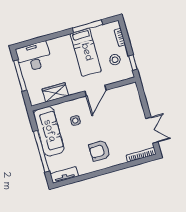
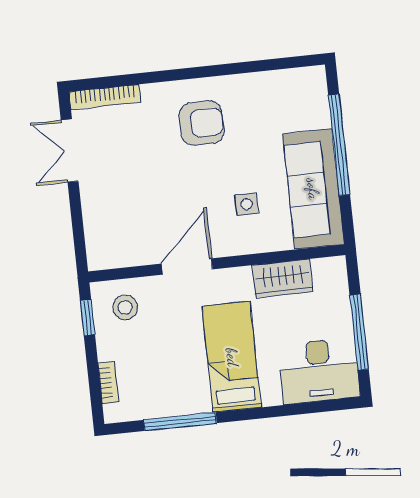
bed: (86, 52) -> (232, 357), moved
stool: (115, 60) -> (125, 307), moved
tv unit: (64, 175) -> (295, 80), removed

